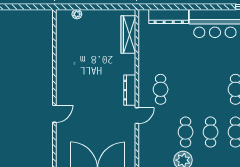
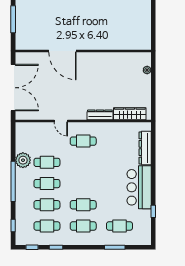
dresser: (130, 90) -> (100, 115), moved
door: (54, 114) -> (62, 51), width x1.87

